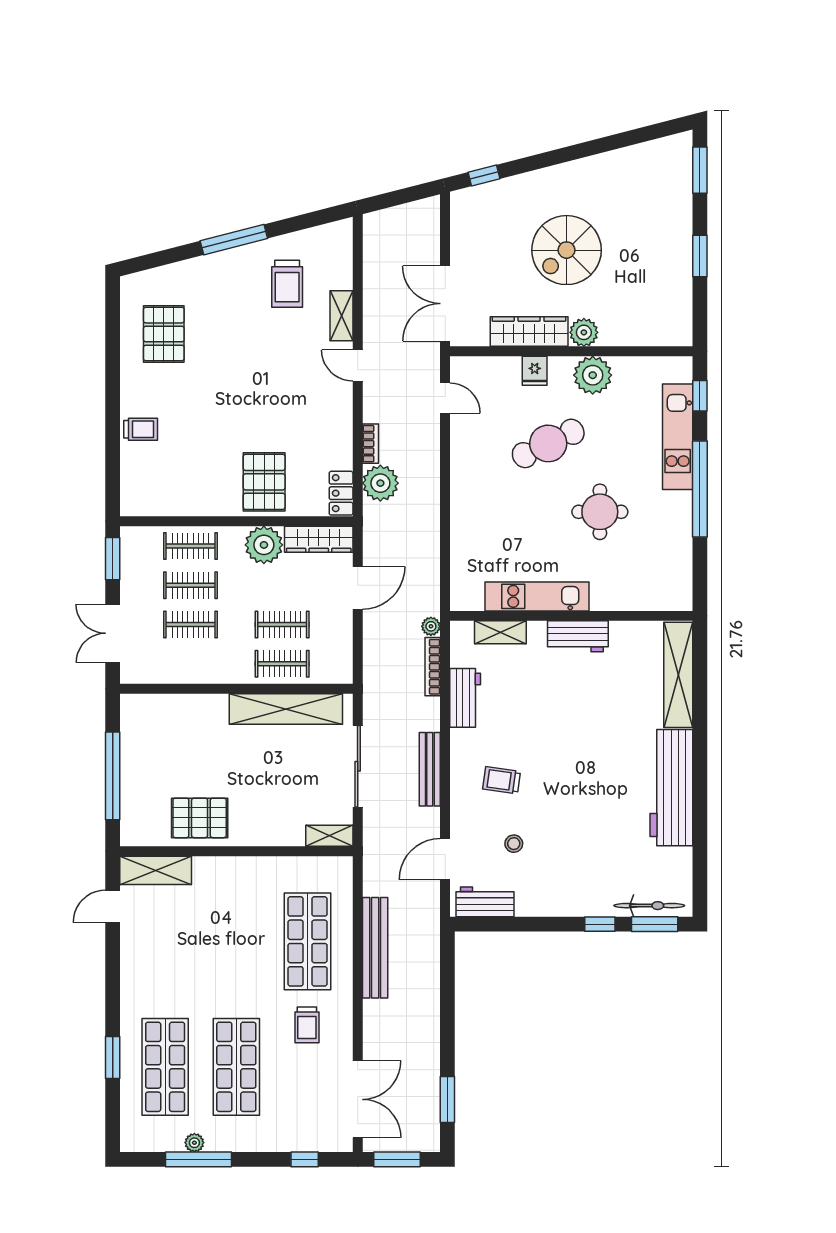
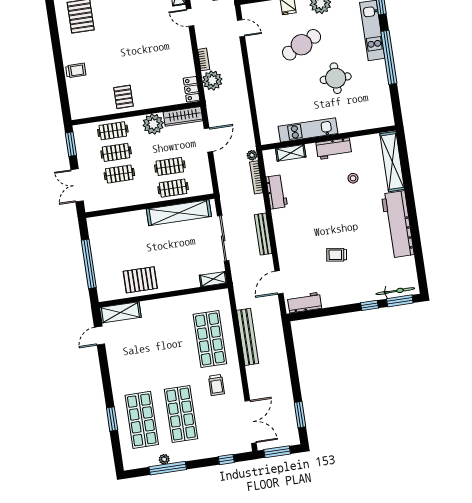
pallet: (264, 482) -> (123, 97), moved, width x0.67, depth x0.71
trolley: (502, 780) -> (337, 255), moved
stool: (514, 844) -> (353, 178), moved

